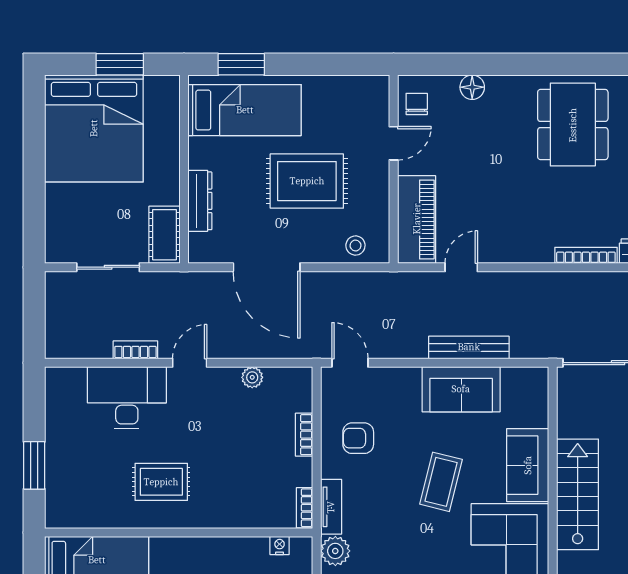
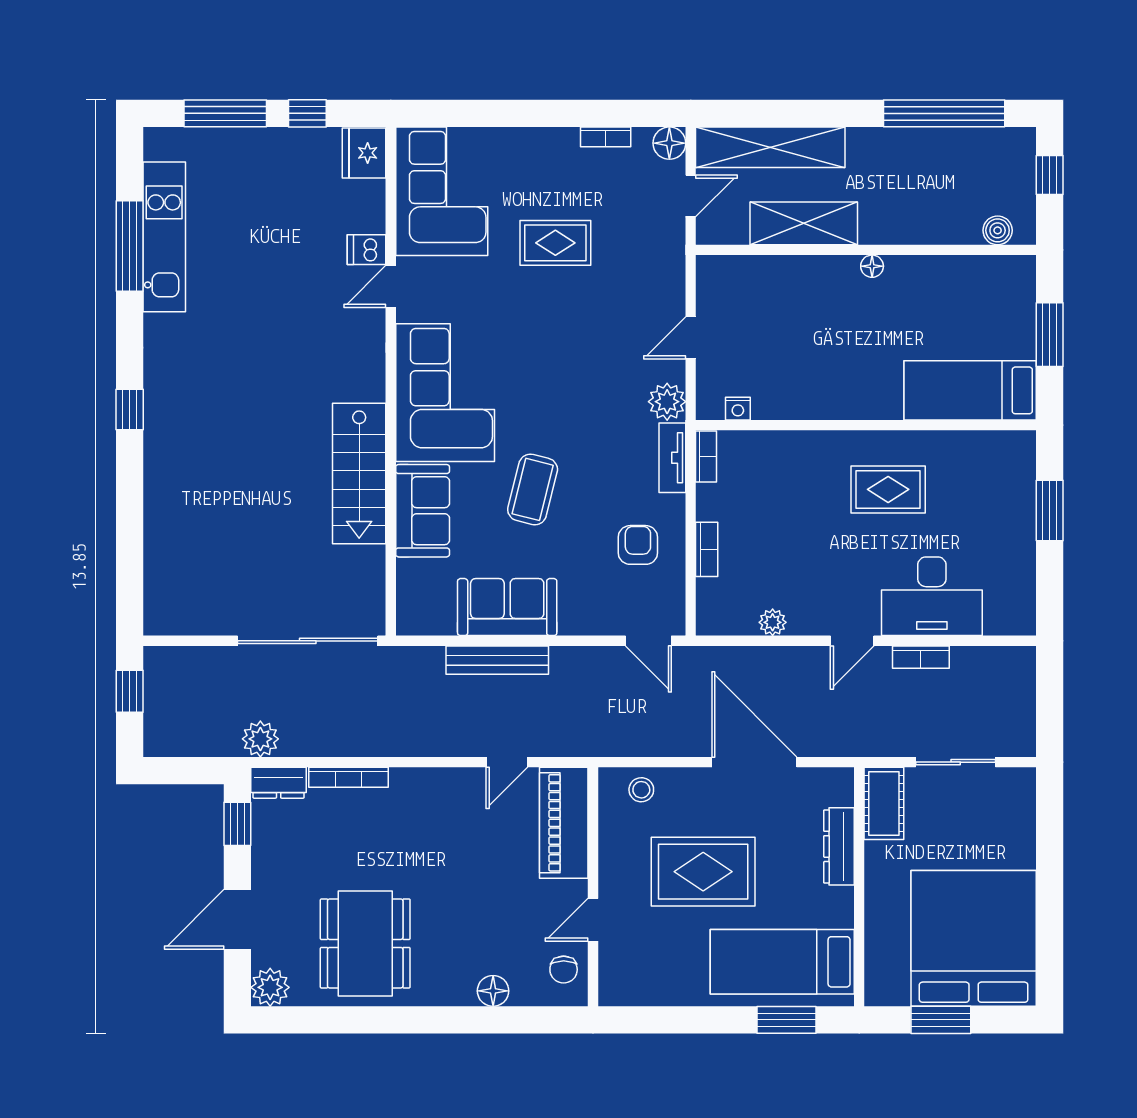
armchair: (358, 438) -> (638, 545), turned -90

